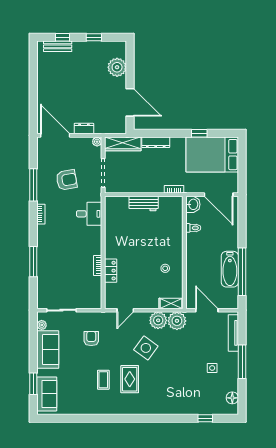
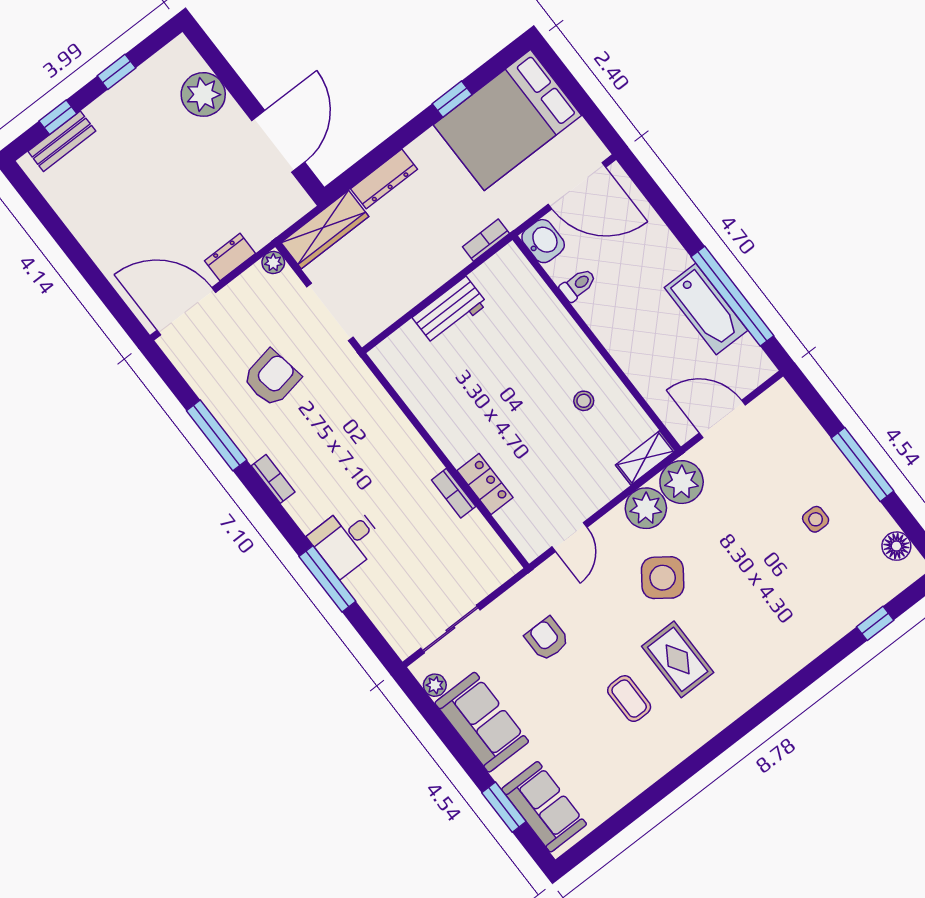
door: (130, 102) -> (278, 141), hinge flipped
desk: (89, 214) -> (346, 540), moved, turned 180
tv unit: (233, 333) -> (805, 423), removed

